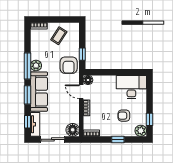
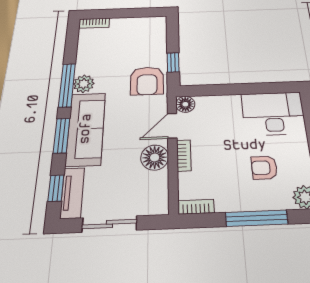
coffee table: (59, 36) -> (130, 36), removed
door: (81, 92) -> (172, 126), hinge flipped
floor lamp: (73, 130) -> (155, 157), moved
window: (118, 139) -> (257, 218), width x2.17

